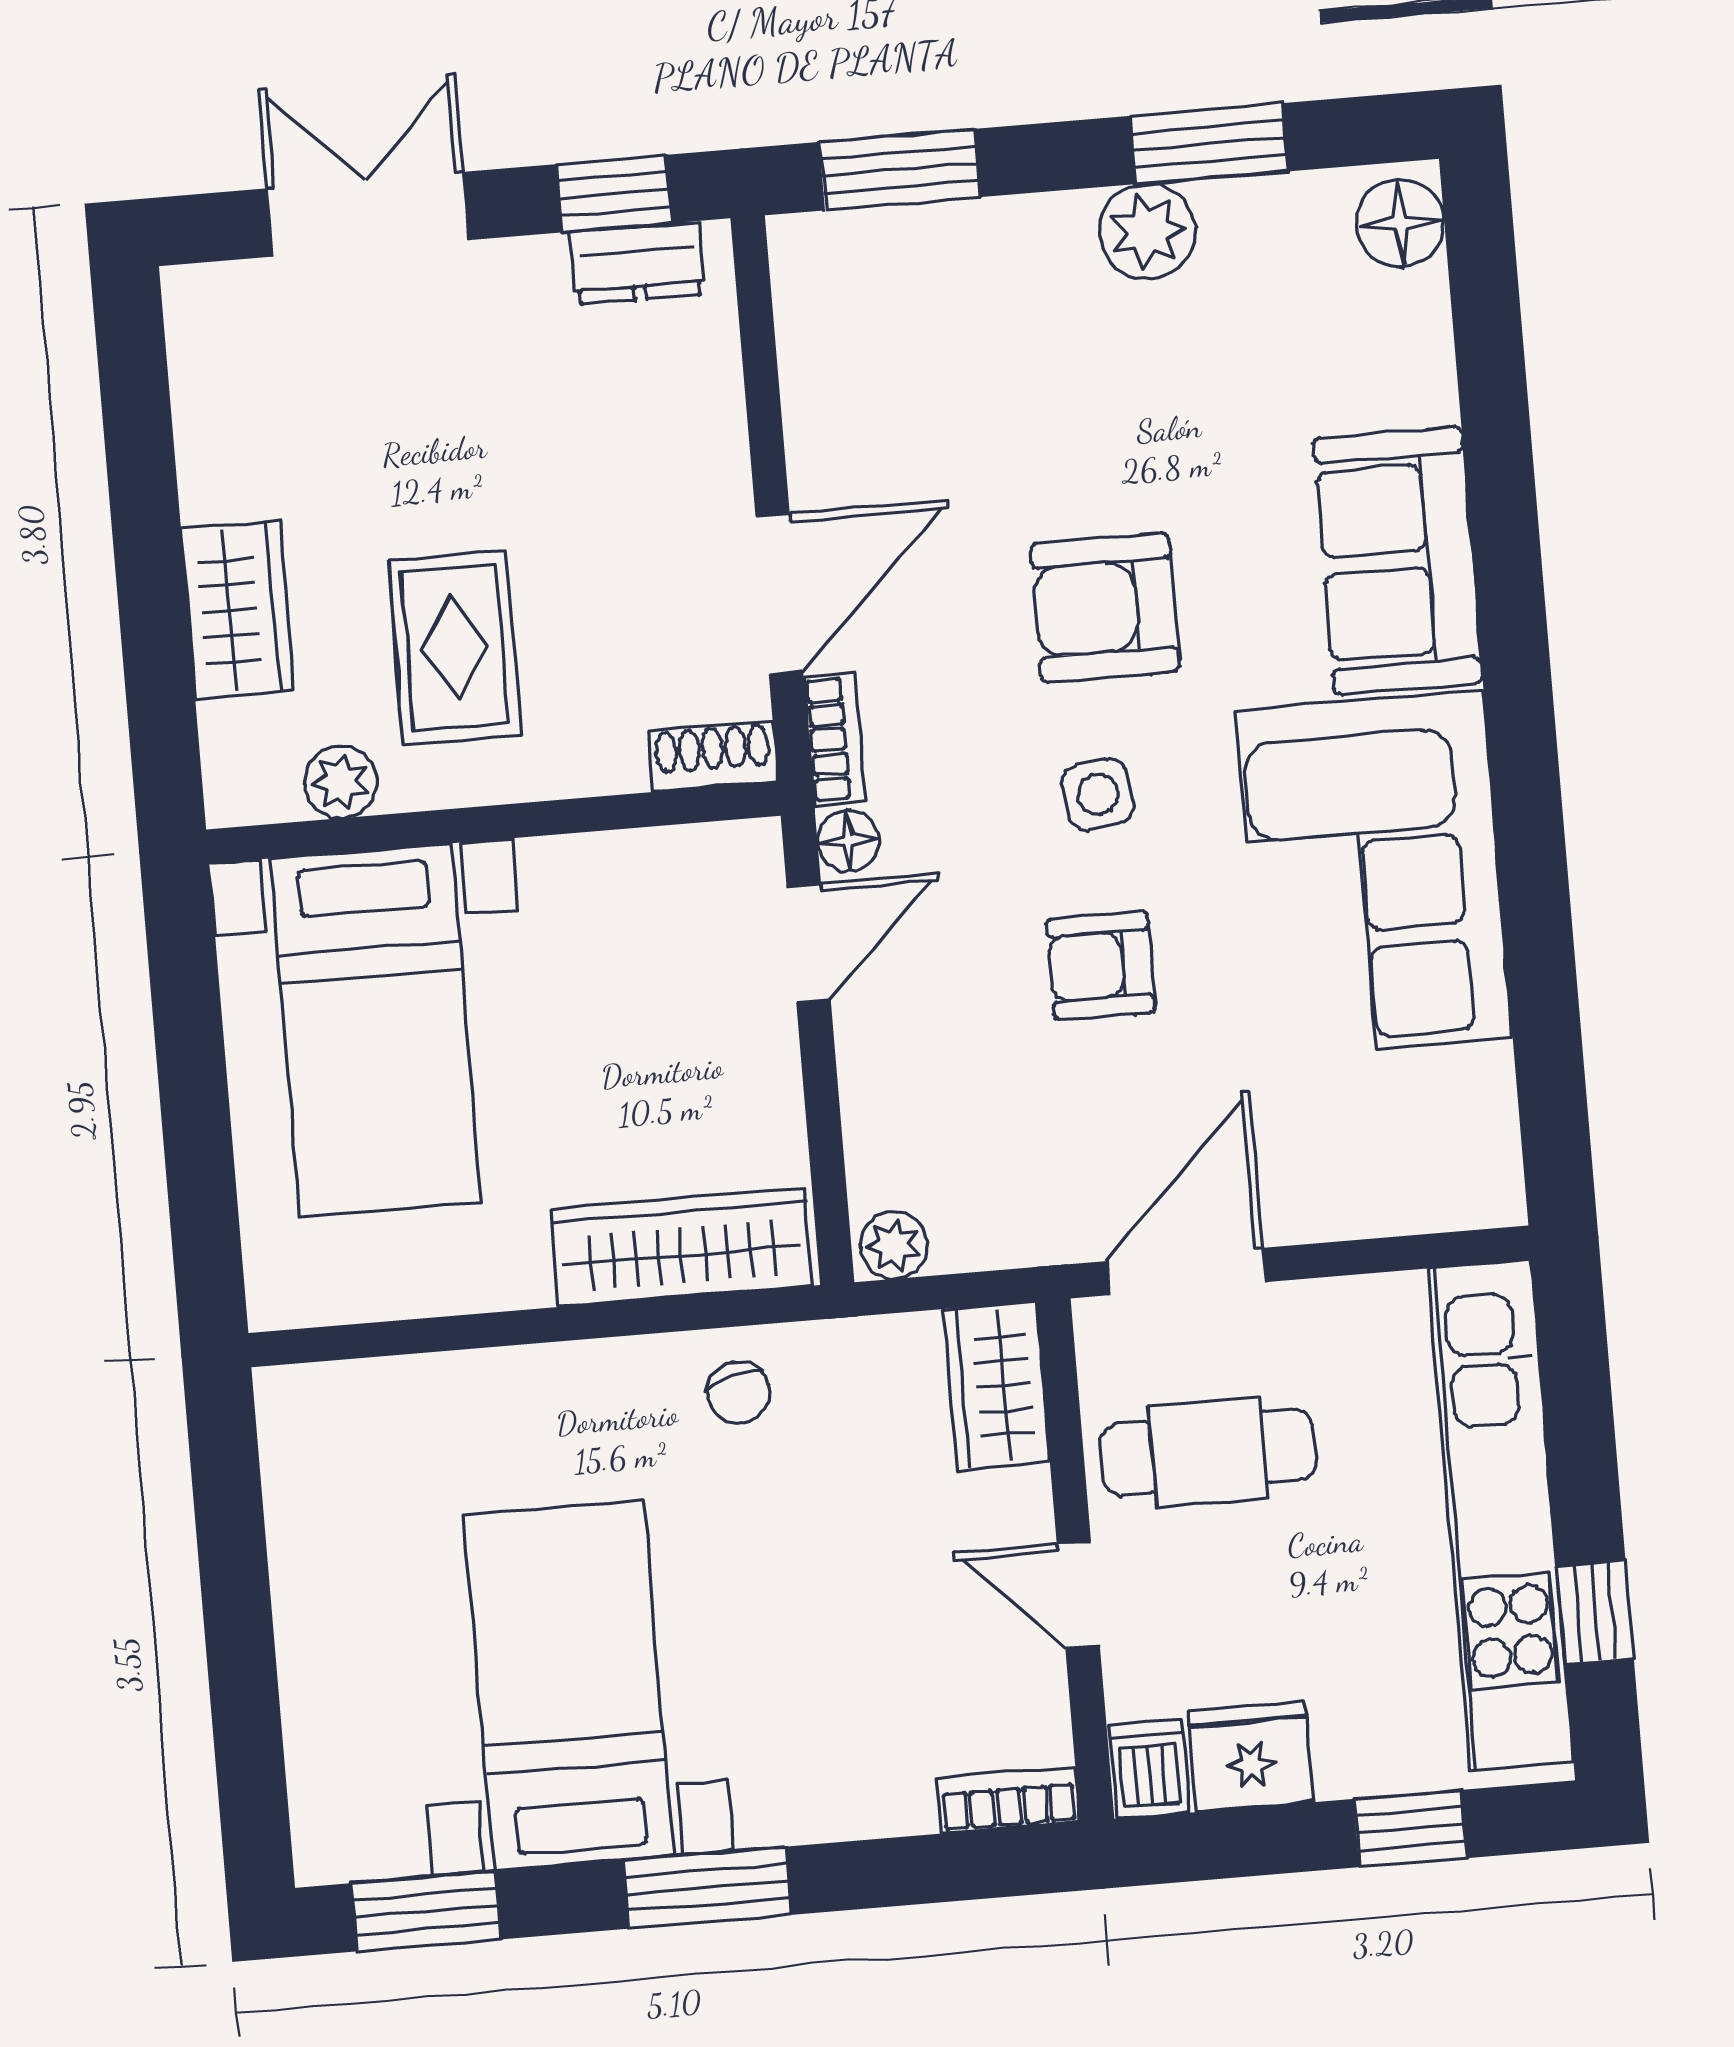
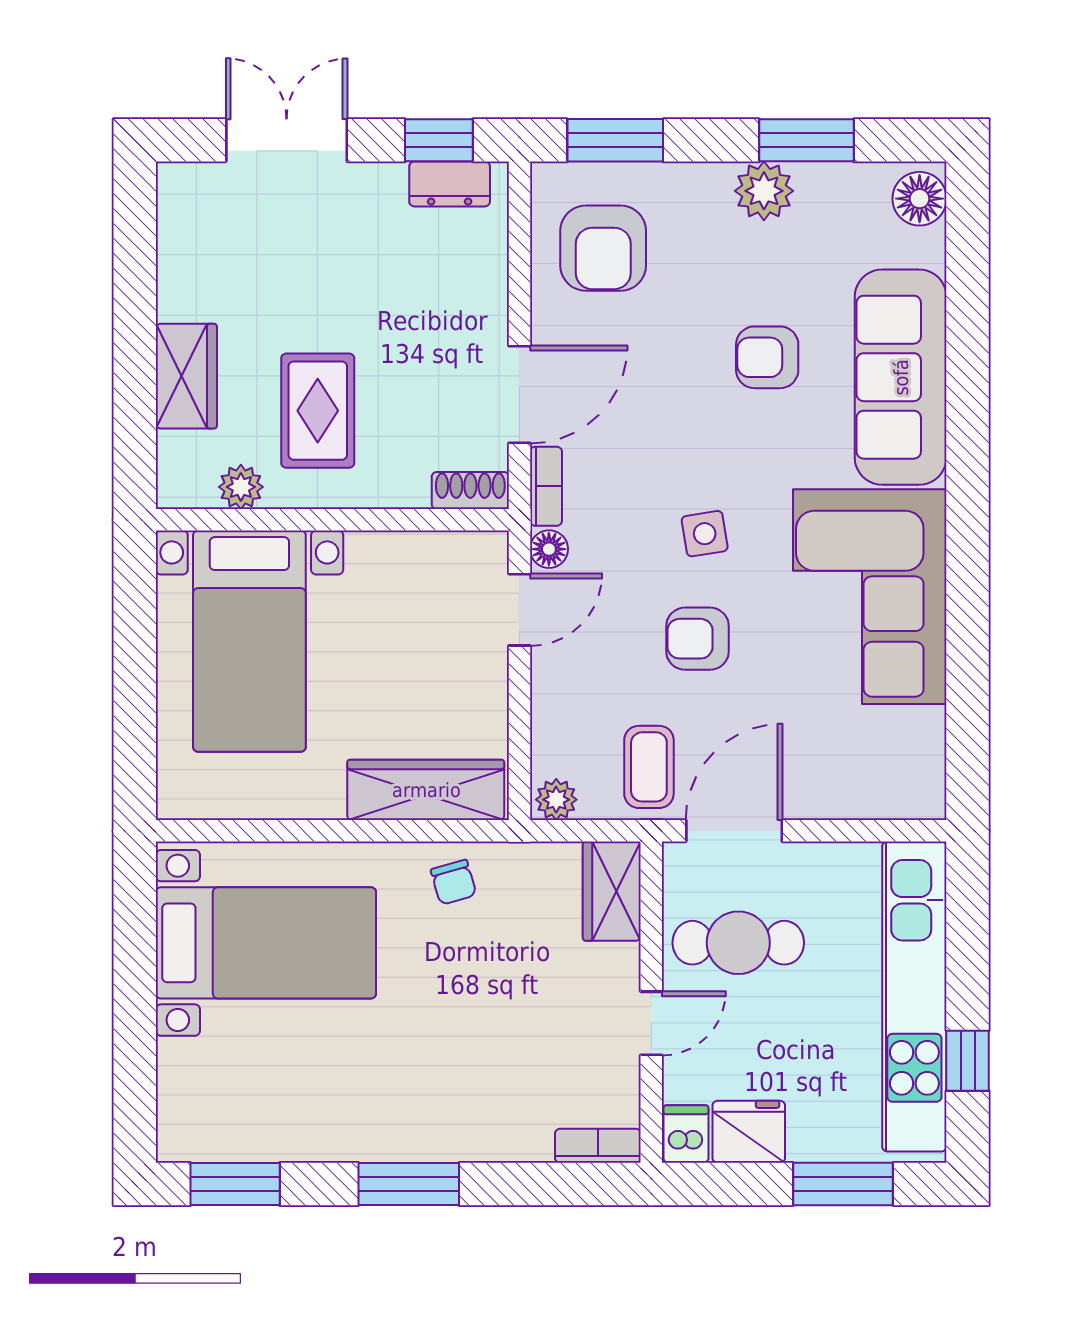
armchair: (895, 346) -> (603, 248), added
sofa: (1398, 561) -> (901, 377), width x1.36
armchair: (1105, 608) -> (767, 357), moved, width x0.72, depth x0.72
coffee table: (1040, 1180) -> (649, 767), added
door: (1078, 1595) -> (651, 1023), swing flipped
bed with nightstands: (569, 1685) -> (266, 943), moved, turned 90
window: (1410, 1829) -> (843, 1184), width x1.50

